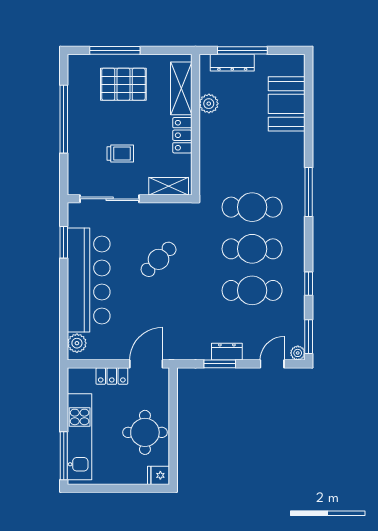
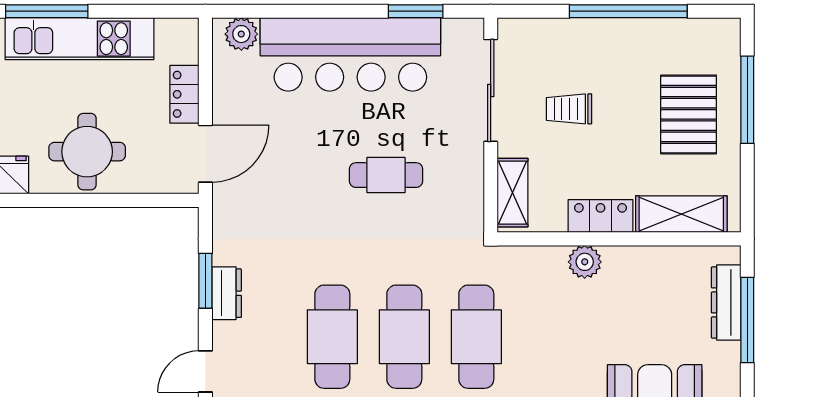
plant: (209, 104) -> (585, 262), moved
trolley: (120, 153) -> (569, 109), turned 90
cafe table: (159, 259) -> (386, 175), turned -45
door: (146, 364) -> (205, 154), hinge flipped
door: (272, 364) -> (205, 371), swing flipped

